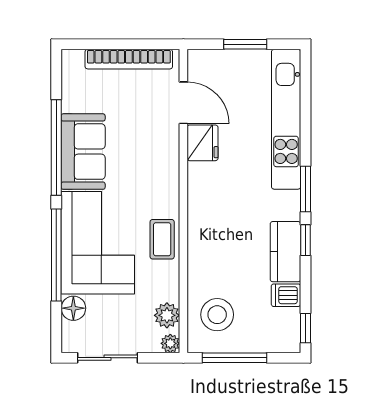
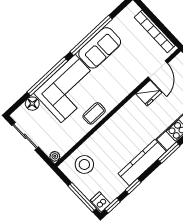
window: (305, 240) -> (133, 186), moved
kitchen counter: (285, 252) -> (142, 163), width x1.50
dishwasher: (286, 295) -> (100, 202), moved
plant: (167, 315) -> (65, 144), removed
window: (234, 358) -> (82, 197), moved

